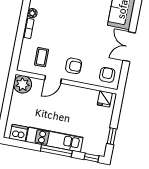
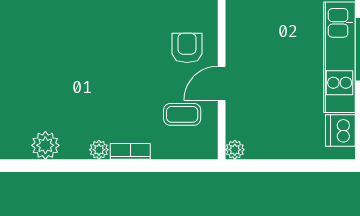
door: (53, 79) -> (222, 83), swing flipped
plant: (23, 84) -> (235, 150), width x0.53, depth x0.53

